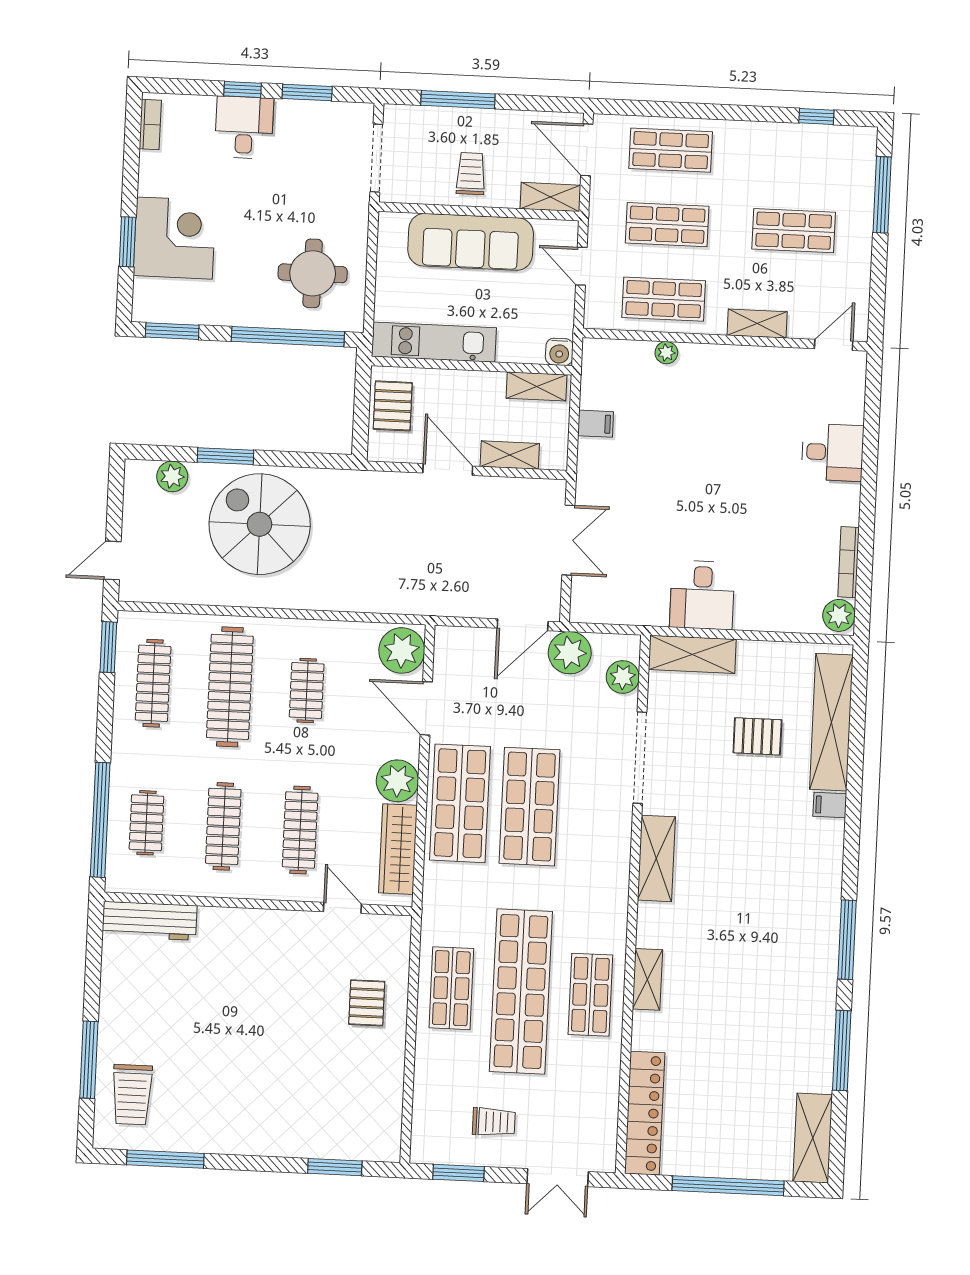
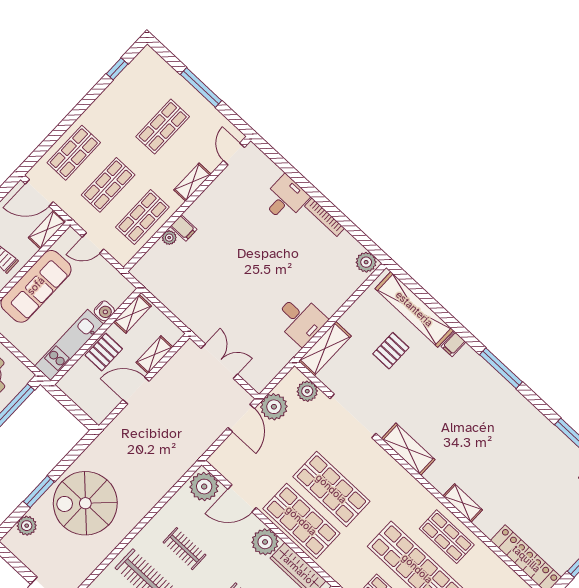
window: (882, 195) -> (201, 88), moved
water cooler: (559, 352) -> (104, 311), moved
pallet: (393, 406) -> (104, 352), moved, turned 90
filing cabinet: (596, 424) -> (183, 228), moved, turned 90
bookcase: (848, 562) -> (324, 217), moved
window: (847, 940) -> (501, 368), moved

